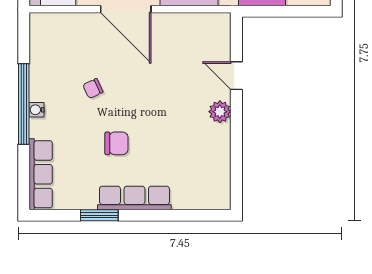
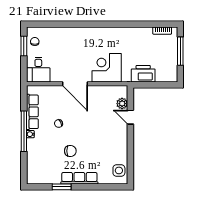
plant: (220, 112) -> (122, 104), moved
row of seats: (41, 174) -> (32, 112), moved
side table: (214, 182) -> (119, 170), added

